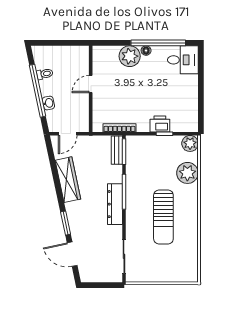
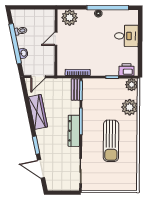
plant: (130, 56) -> (70, 18), moved
desk: (183, 60) -> (126, 36), moved
printer: (160, 124) -> (126, 70), moved

